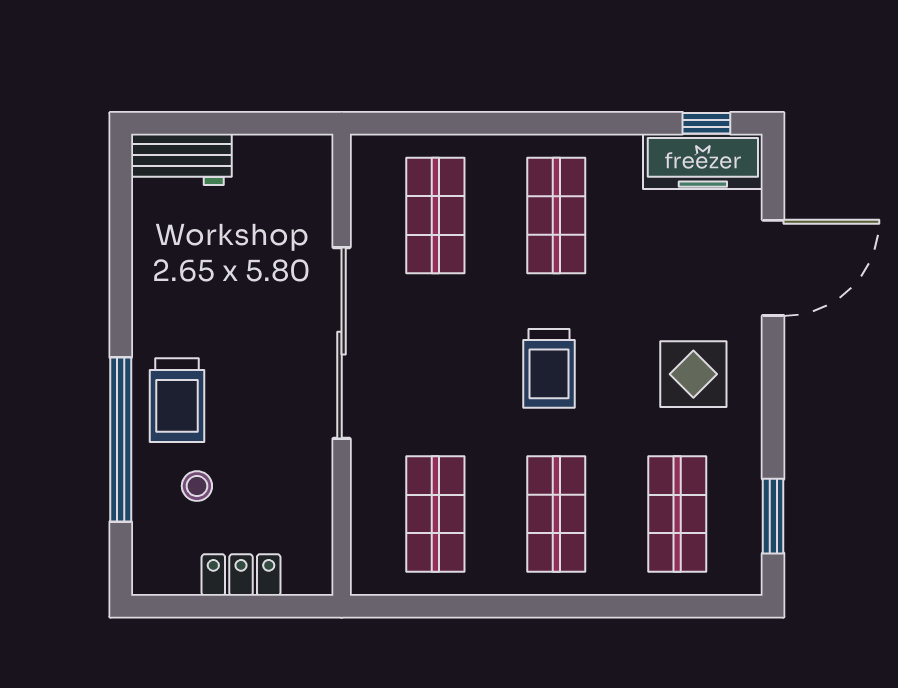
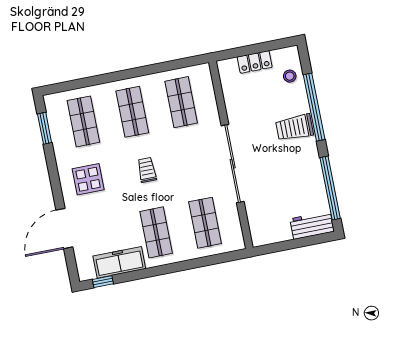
freezer: (703, 161) -> (119, 262), moved
window: (121, 239) -> (330, 188), added
trolley: (549, 368) -> (147, 170), width x0.73, depth x0.72
trolley: (177, 400) -> (295, 127), turned -90
stool: (197, 486) -> (290, 76), moved

